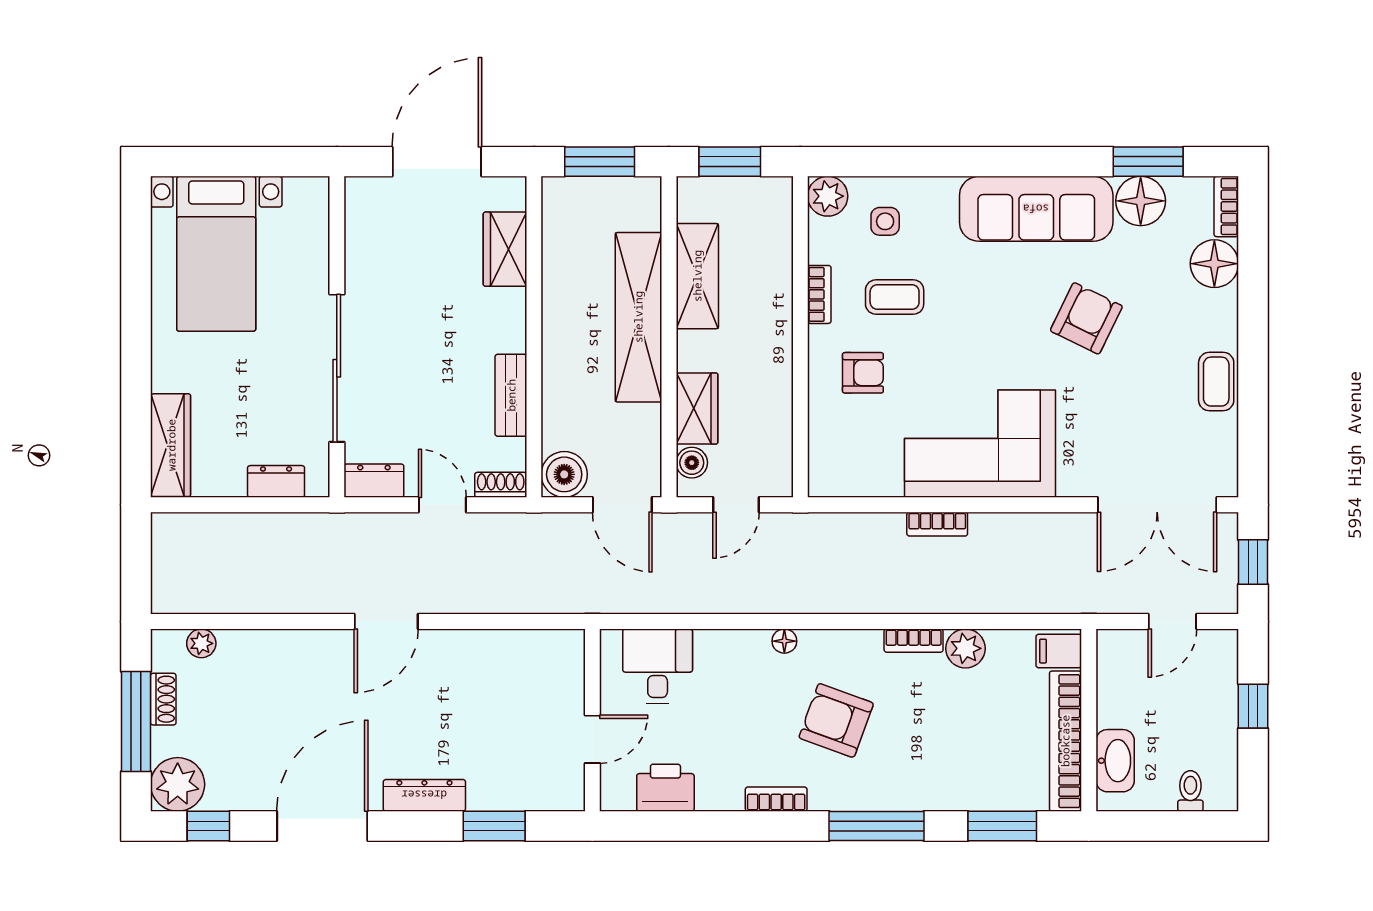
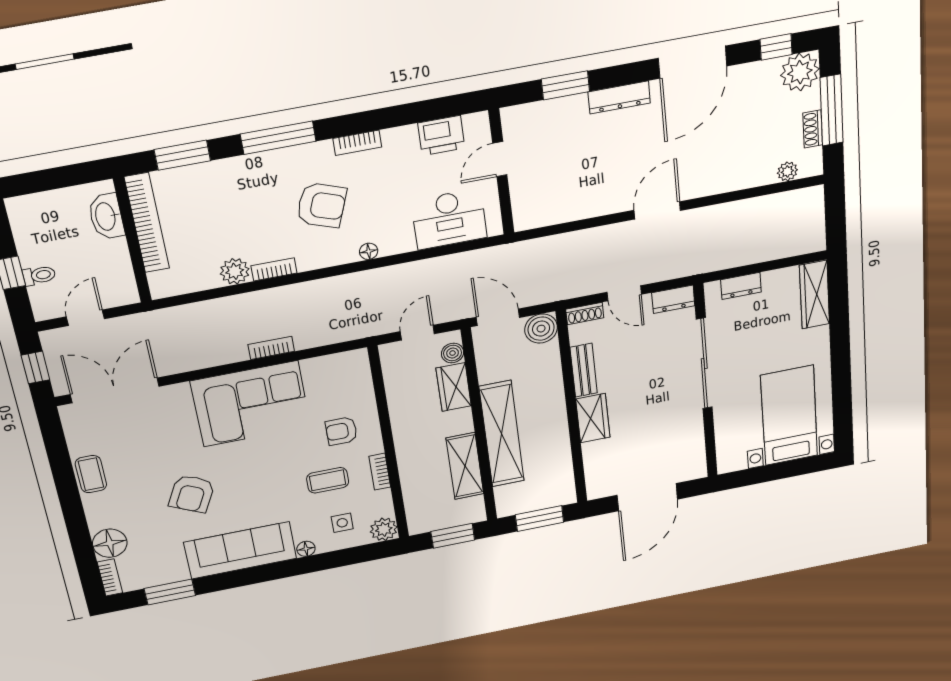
floor lamp: (1141, 201) -> (306, 549), moved, width x0.53, depth x0.53
wardrobe: (505, 249) -> (593, 418), moved
filing cabinet: (1059, 651) -> (165, 282), removed
desk: (658, 666) -> (449, 219), width x1.37
toilet: (1190, 791) -> (39, 275), moved, turned -90

